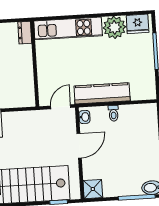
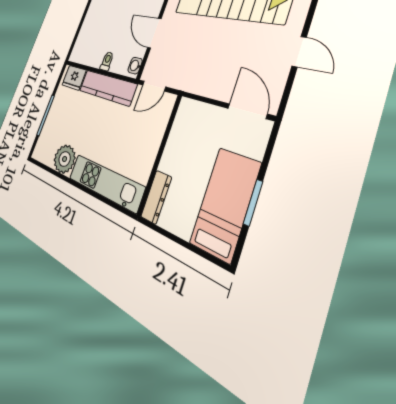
fridge: (138, 24) -> (74, 78), moved, turned 180
dresser: (25, 33) -> (156, 197), width x1.44
door: (79, 146) -> (154, 33), hinge flipped

